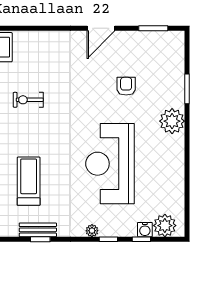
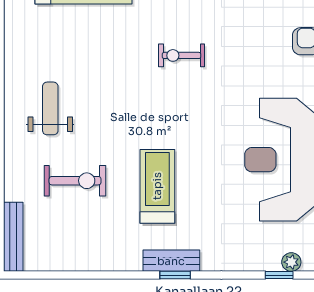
exercise bike: (28, 100) -> (182, 55), moved
plant: (92, 231) -> (291, 262), moved

